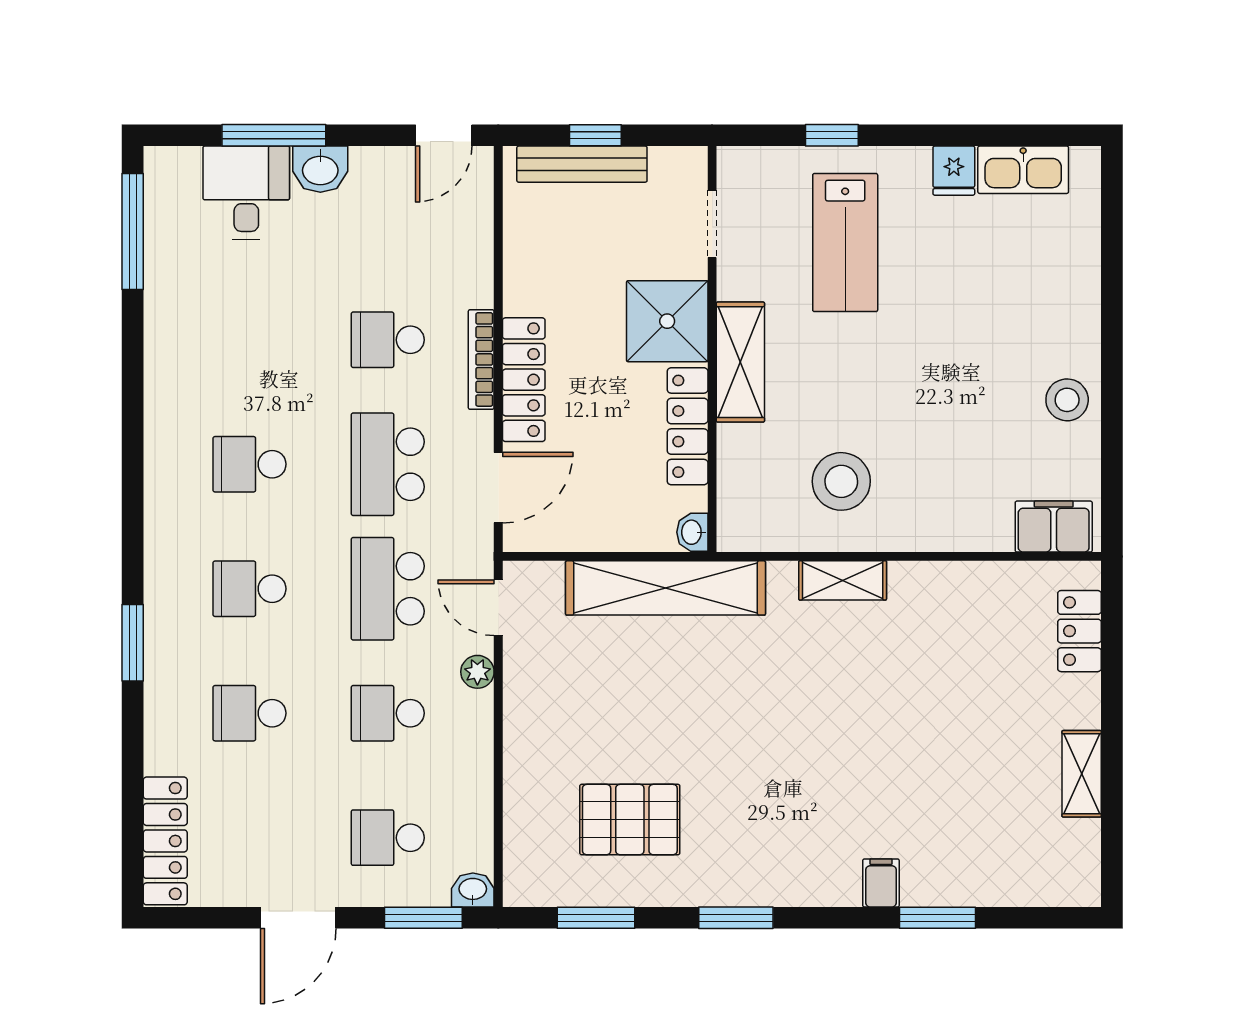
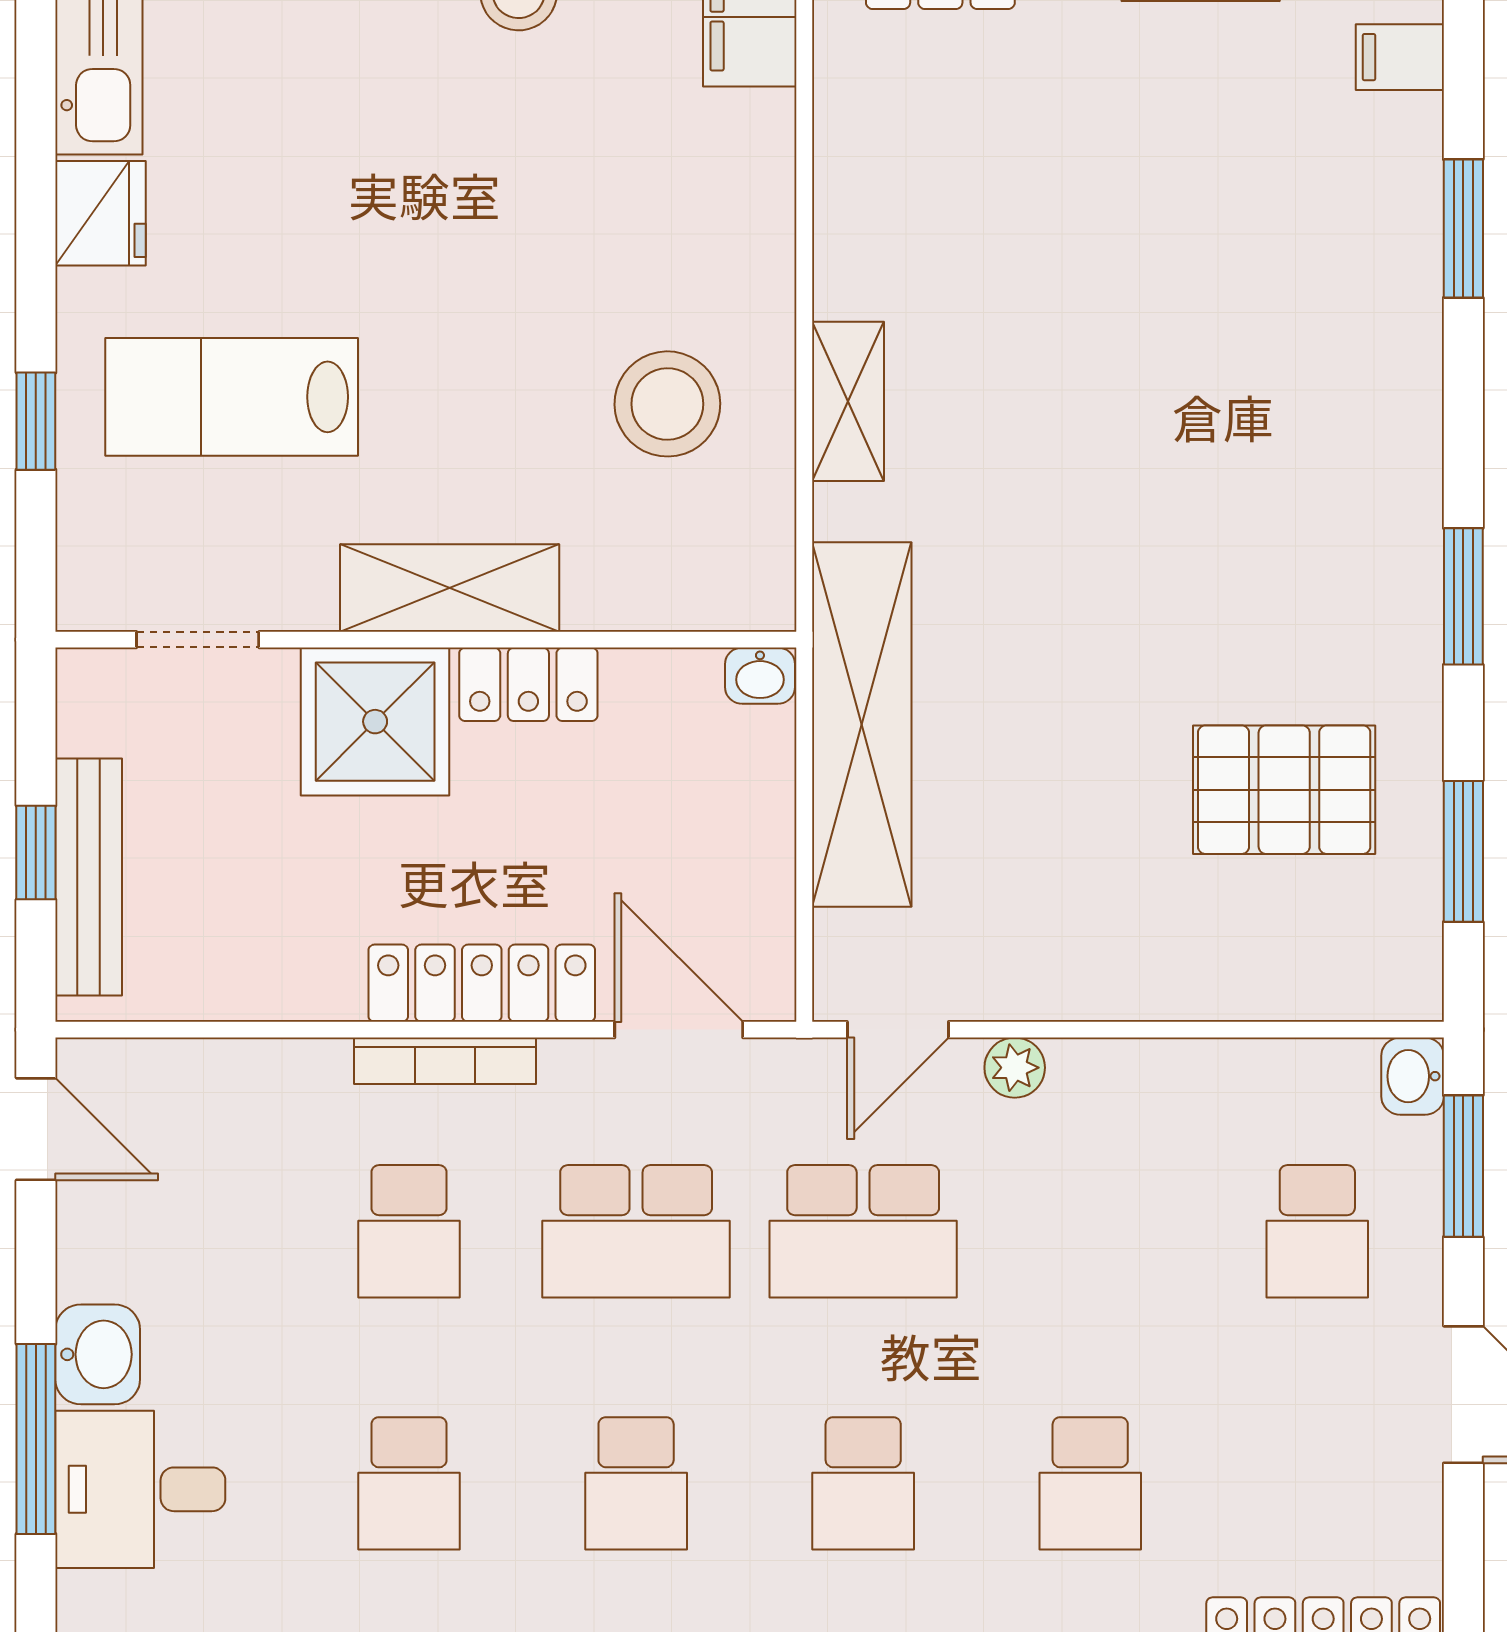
fridge: (954, 171) -> (100, 213), width x1.38
lab bench: (845, 243) -> (232, 397), turned 180
locker: (688, 426) -> (528, 684), width x0.66
school desk: (388, 713) -> (409, 1483), moved
pallet: (630, 820) -> (1284, 790), turned 90
filing cabinet: (881, 883) -> (1400, 57), moved

